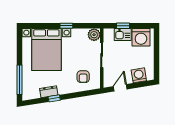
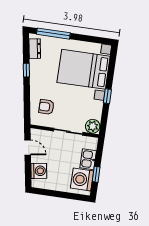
window: (123, 26) -> (96, 174), moved
dresser: (49, 92) -> (35, 49), moved

